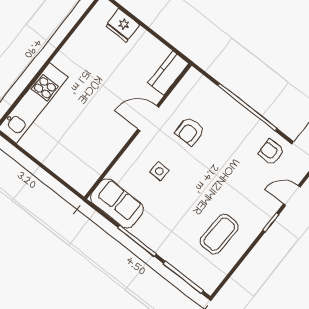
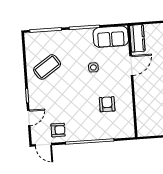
kitchen counter: (168, 73) -> (137, 38), moved
door: (148, 118) -> (131, 66), moved
side table: (159, 171) -> (93, 67), moved
coffee table: (219, 234) -> (47, 67), turned 54

